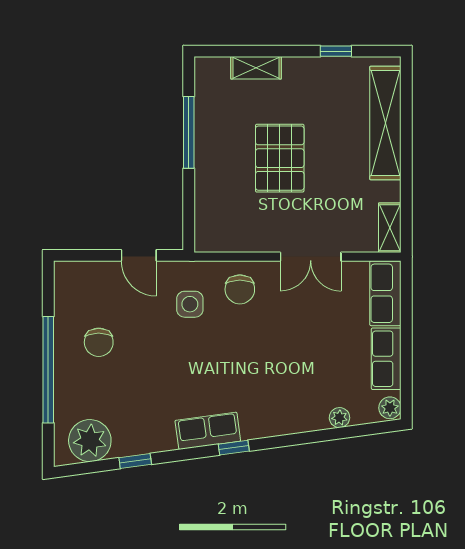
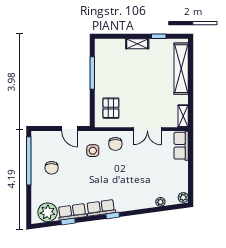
shelving: (256, 68) -> (137, 44), moved
pallet: (280, 158) -> (111, 108), moved, width x0.67, depth x0.71
row of seats: (386, 359) -> (72, 212), moved, turned 82
window: (48, 370) -> (29, 161), moved

